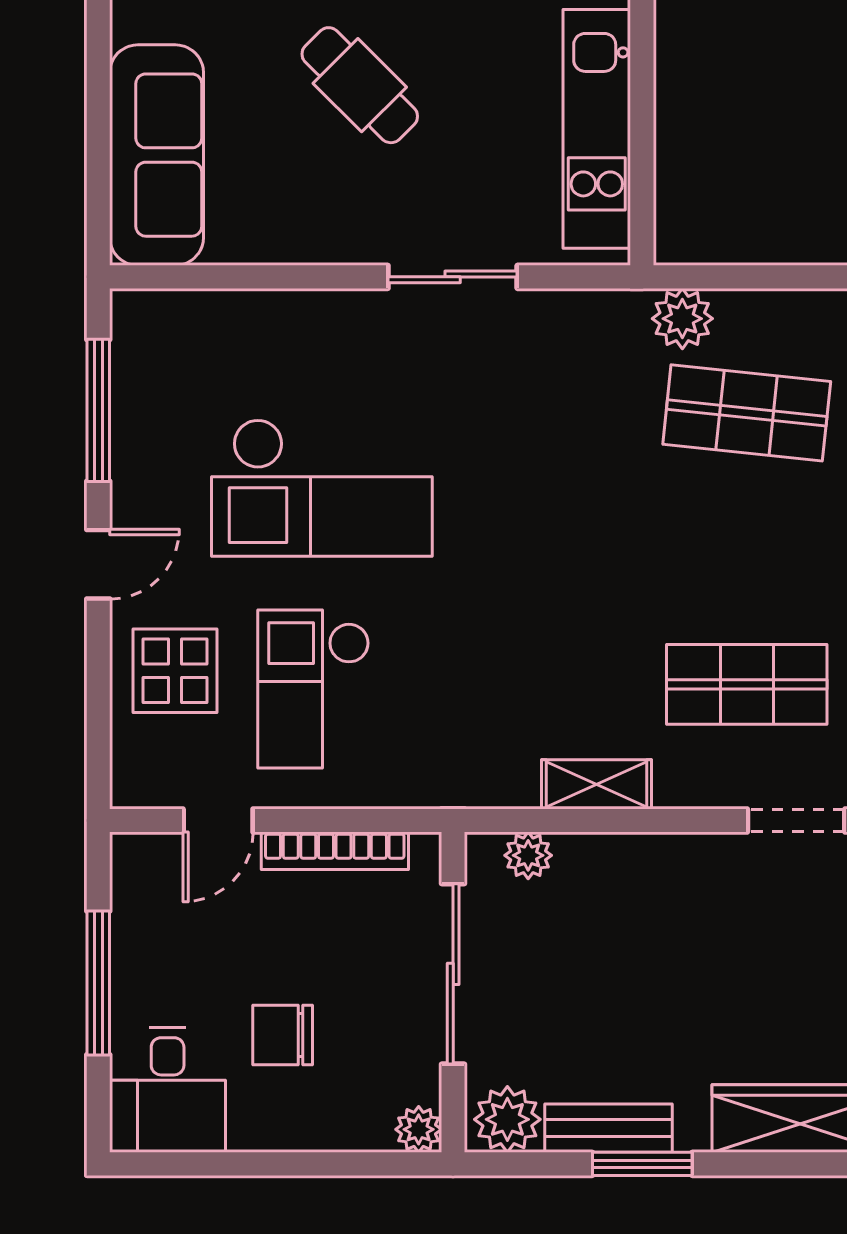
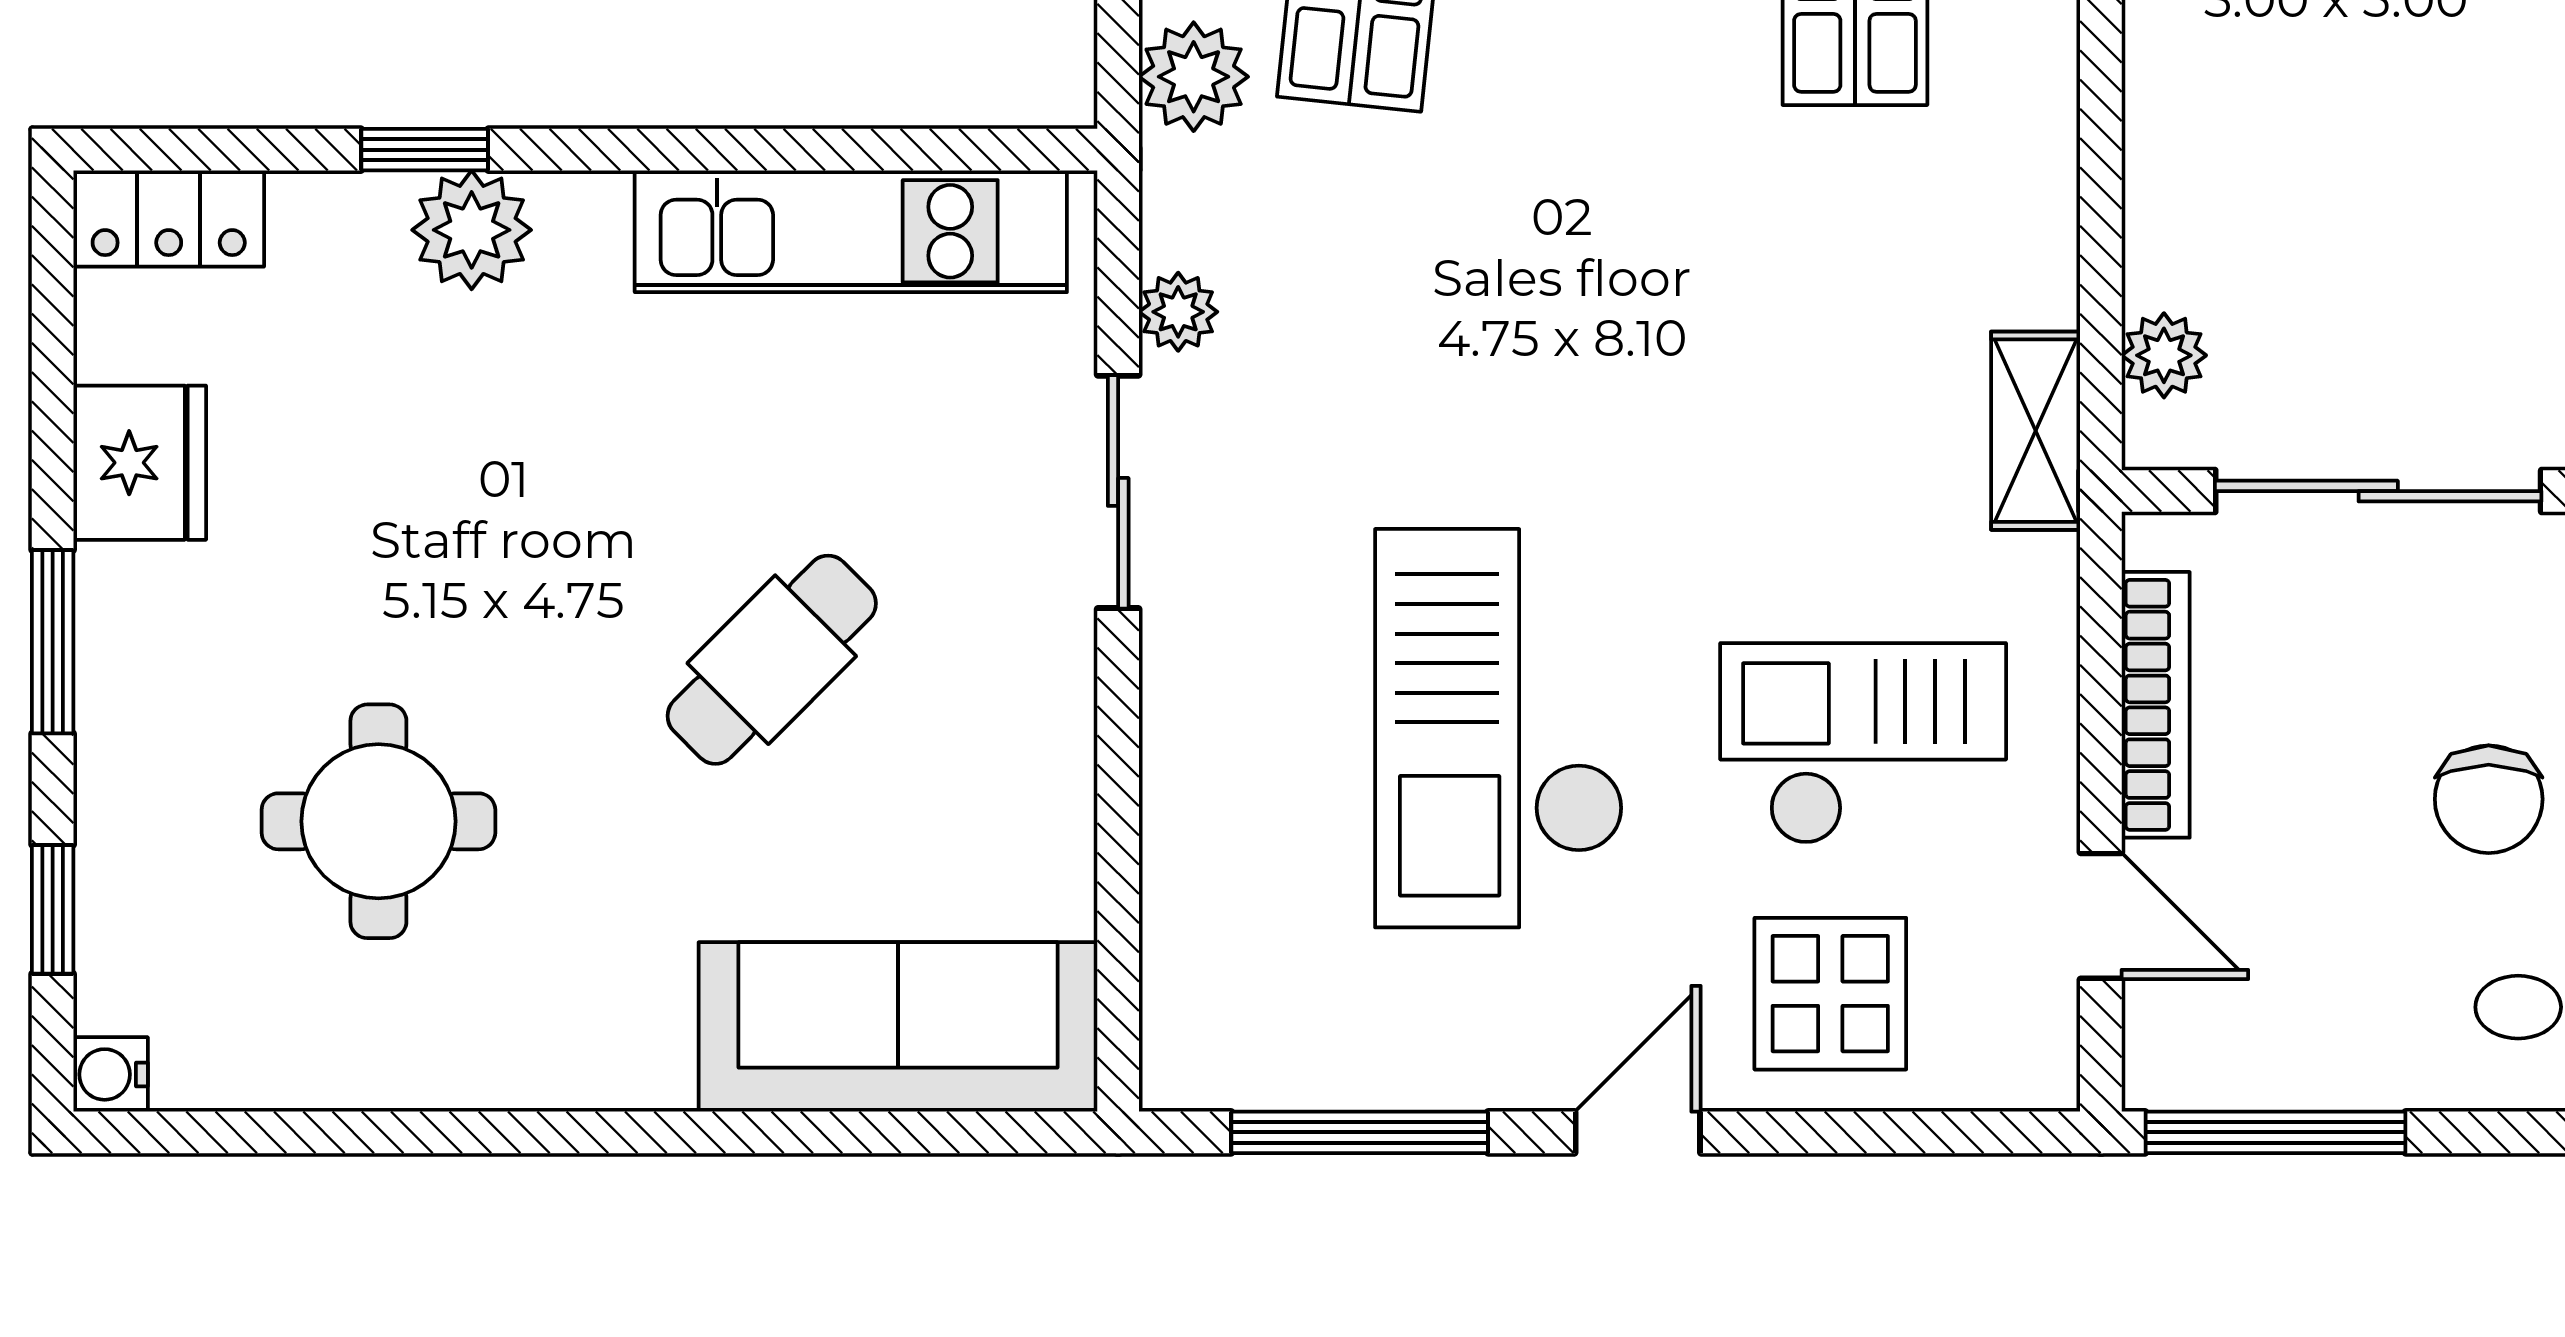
plant: (552, 310) -> (1178, 312), added
checkout: (322, 488) -> (1499, 728), turned 180
door: (98, 564) -> (1638, 1132), hinge flipped
checkout: (313, 689) -> (1863, 744), turned 180
shelving: (597, 784) -> (2036, 431), moved
window: (98, 983) -> (2275, 1132), moved

